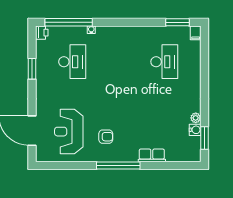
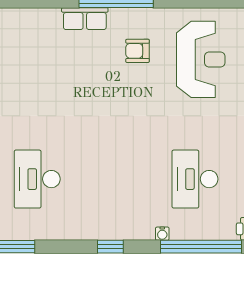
window: (122, 22) -> (110, 247), added
row of seats: (152, 155) -> (85, 19), moved

